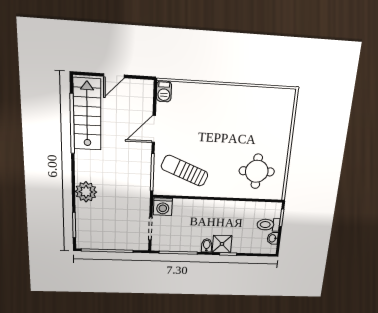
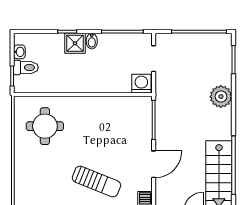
sun lounger: (185, 171) -> (96, 181), moved

